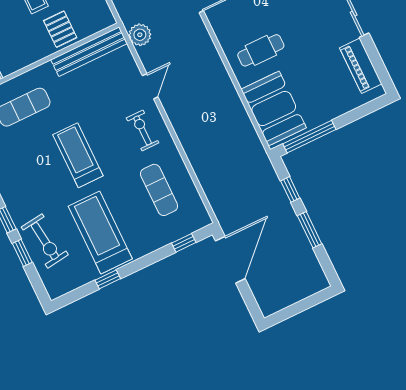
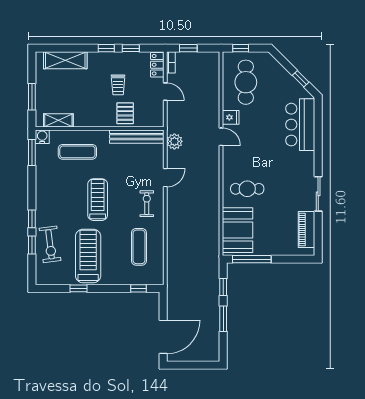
door: (230, 260) -> (163, 337), moved

